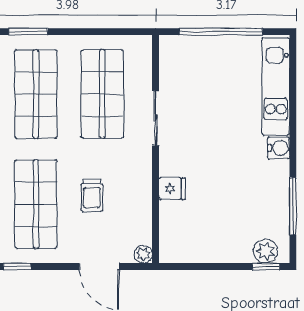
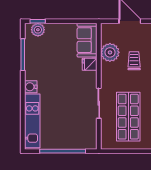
sofa: (177, 232) -> (87, 40), added
plant: (143, 254) -> (110, 52), moved, width x1.87, depth x1.87

